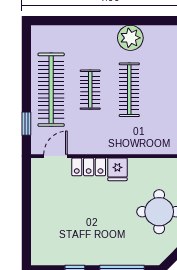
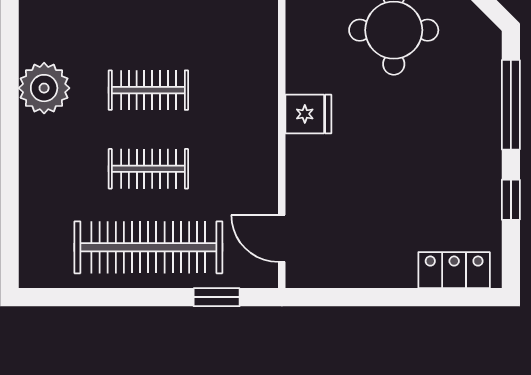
clothes rail: (129, 90) -> (148, 90), width x0.73
locker: (89, 167) -> (454, 270), moved, turned -90

